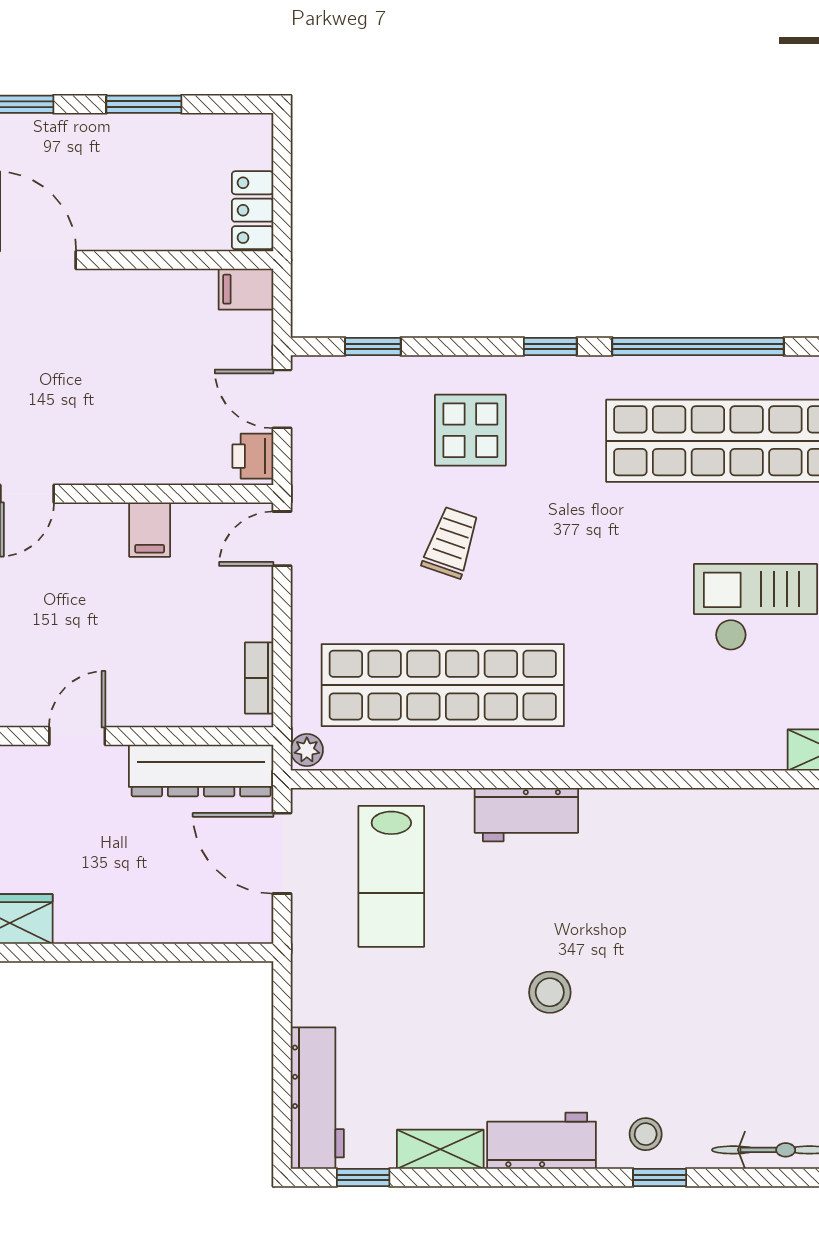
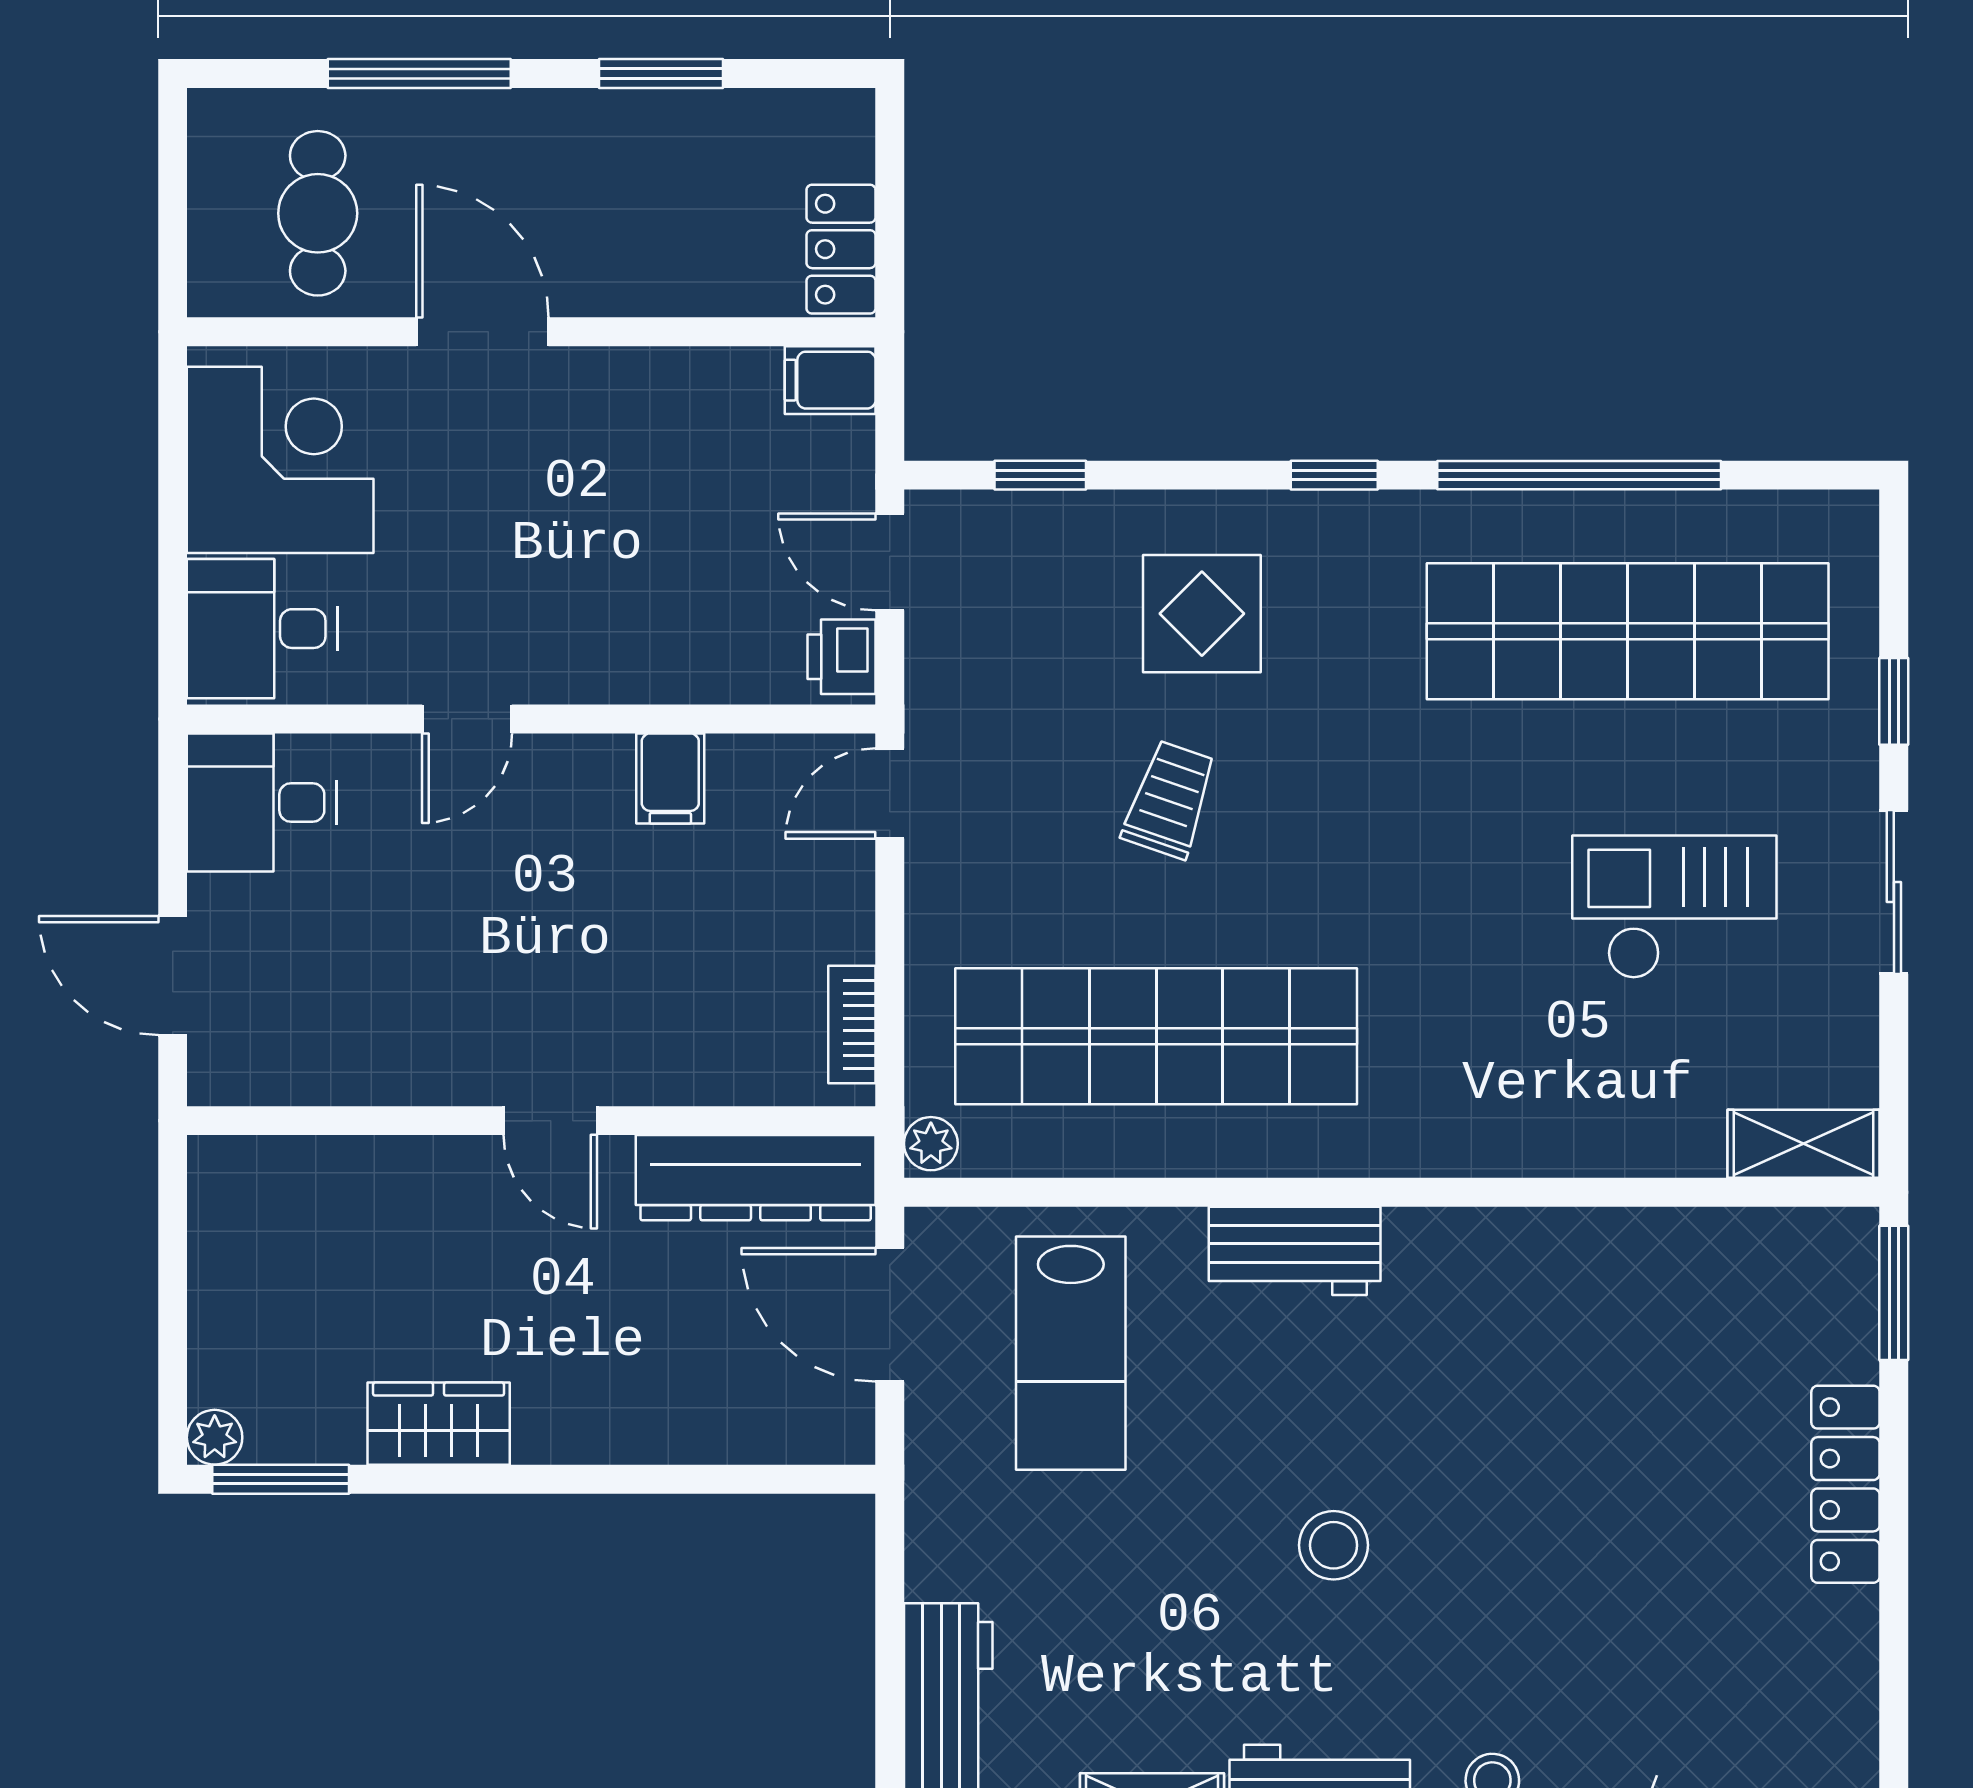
door: (77, 736) -> (550, 1121), swing flipped

